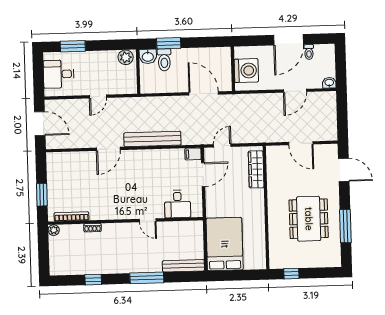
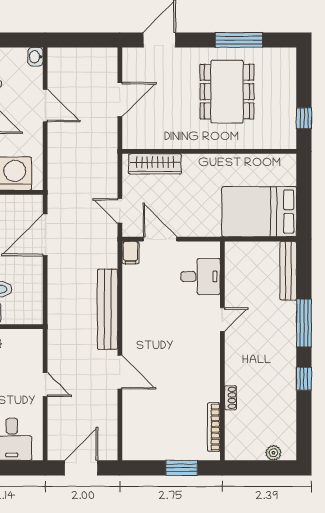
dining table: (309, 219) -> (227, 92), turned 90
plant: (54, 230) -> (273, 453), moved
window: (93, 280) -> (304, 379), moved

